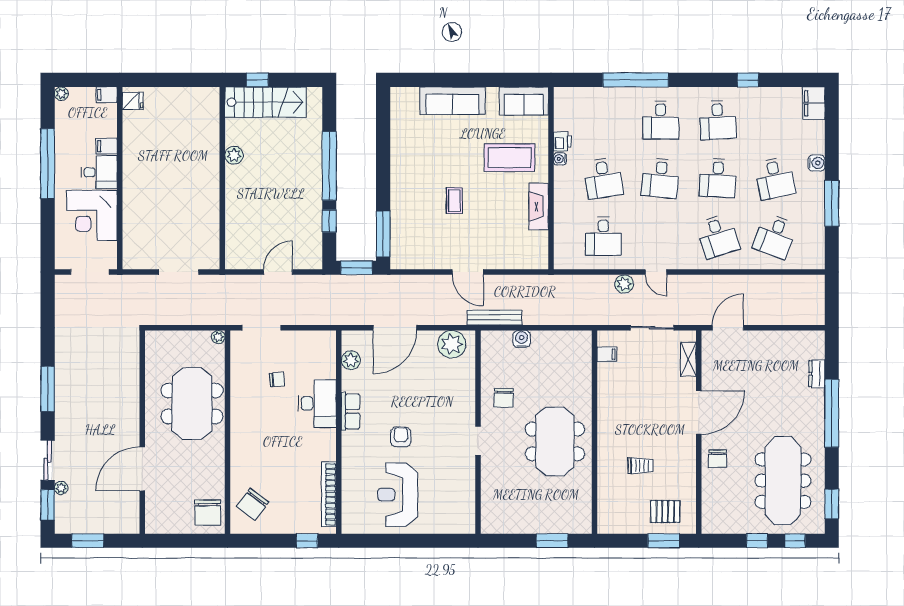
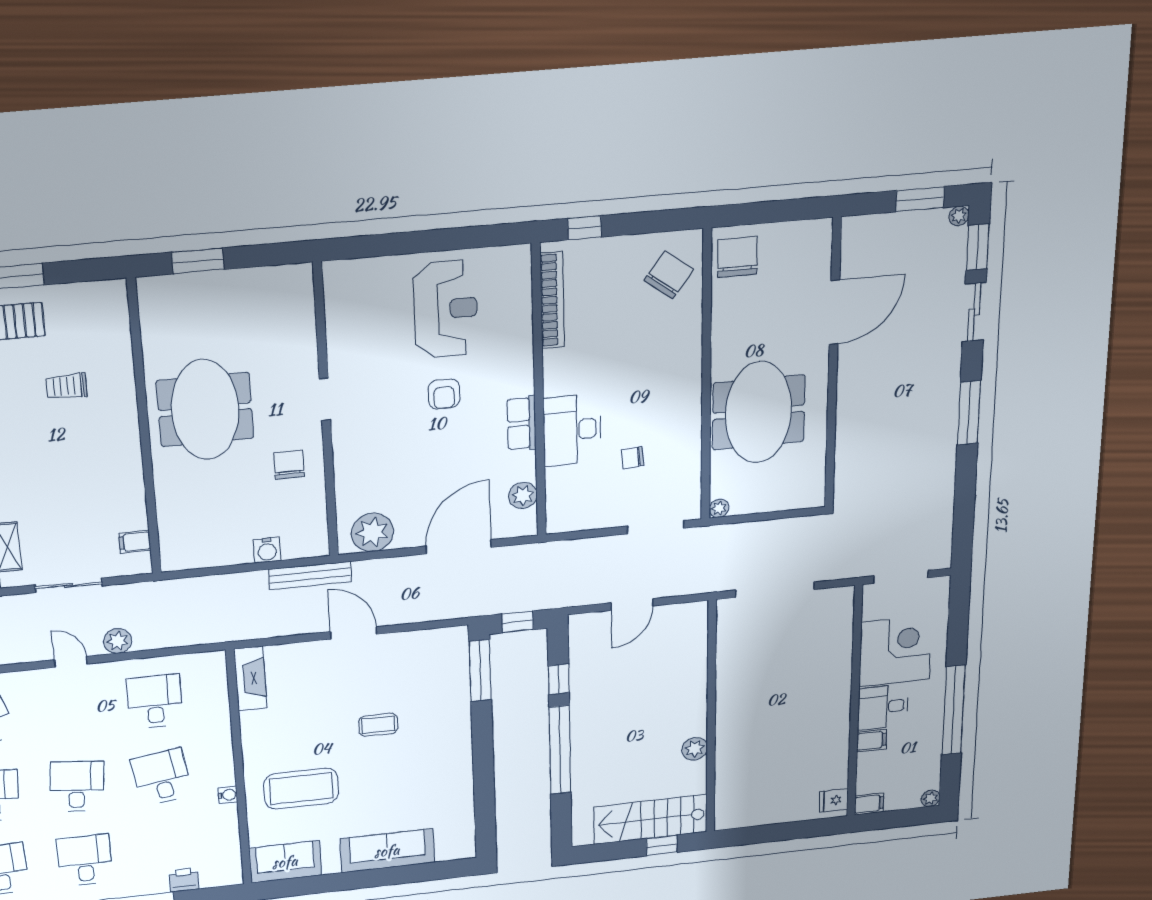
printer: (562, 142) -> (184, 880), moved, turned 90
coffee table: (454, 201) -> (378, 725), turned 90
fireplace: (539, 206) -> (250, 679), moved
window: (357, 268) -> (518, 622), width x0.67
doorway: (179, 272) -> (775, 590), width x1.36
plant: (61, 488) -> (959, 216), moved

